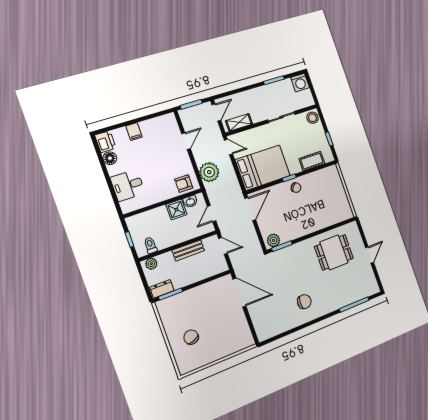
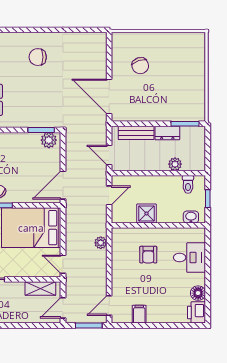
filing cabinet: (134, 132) -> (139, 314), moved
door: (186, 141) -> (109, 306), moved
plant: (209, 172) -> (101, 243), width x0.53, depth x0.53
armchair: (184, 184) -> (148, 255), moved, turned 90
washbasin: (190, 202) -> (191, 217), moved
bench: (188, 250) -> (136, 133), moved
plant: (151, 264) -> (175, 164), moved
dresser: (162, 289) -> (167, 133), moved
chair: (191, 337) -> (140, 66), moved

